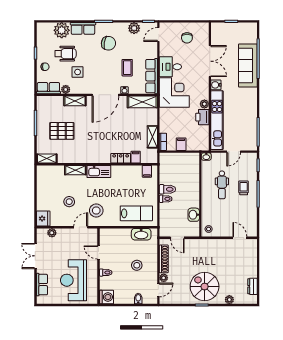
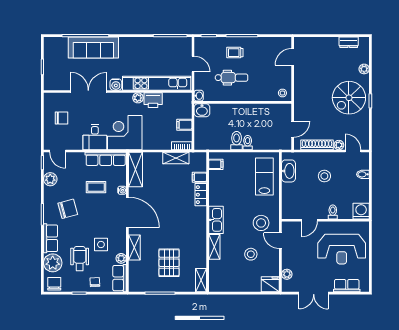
chair: (44, 32) -> (54, 284), added
chair: (108, 43) -> (68, 209), turned 66
washbasin: (194, 215) -> (202, 110), moved

